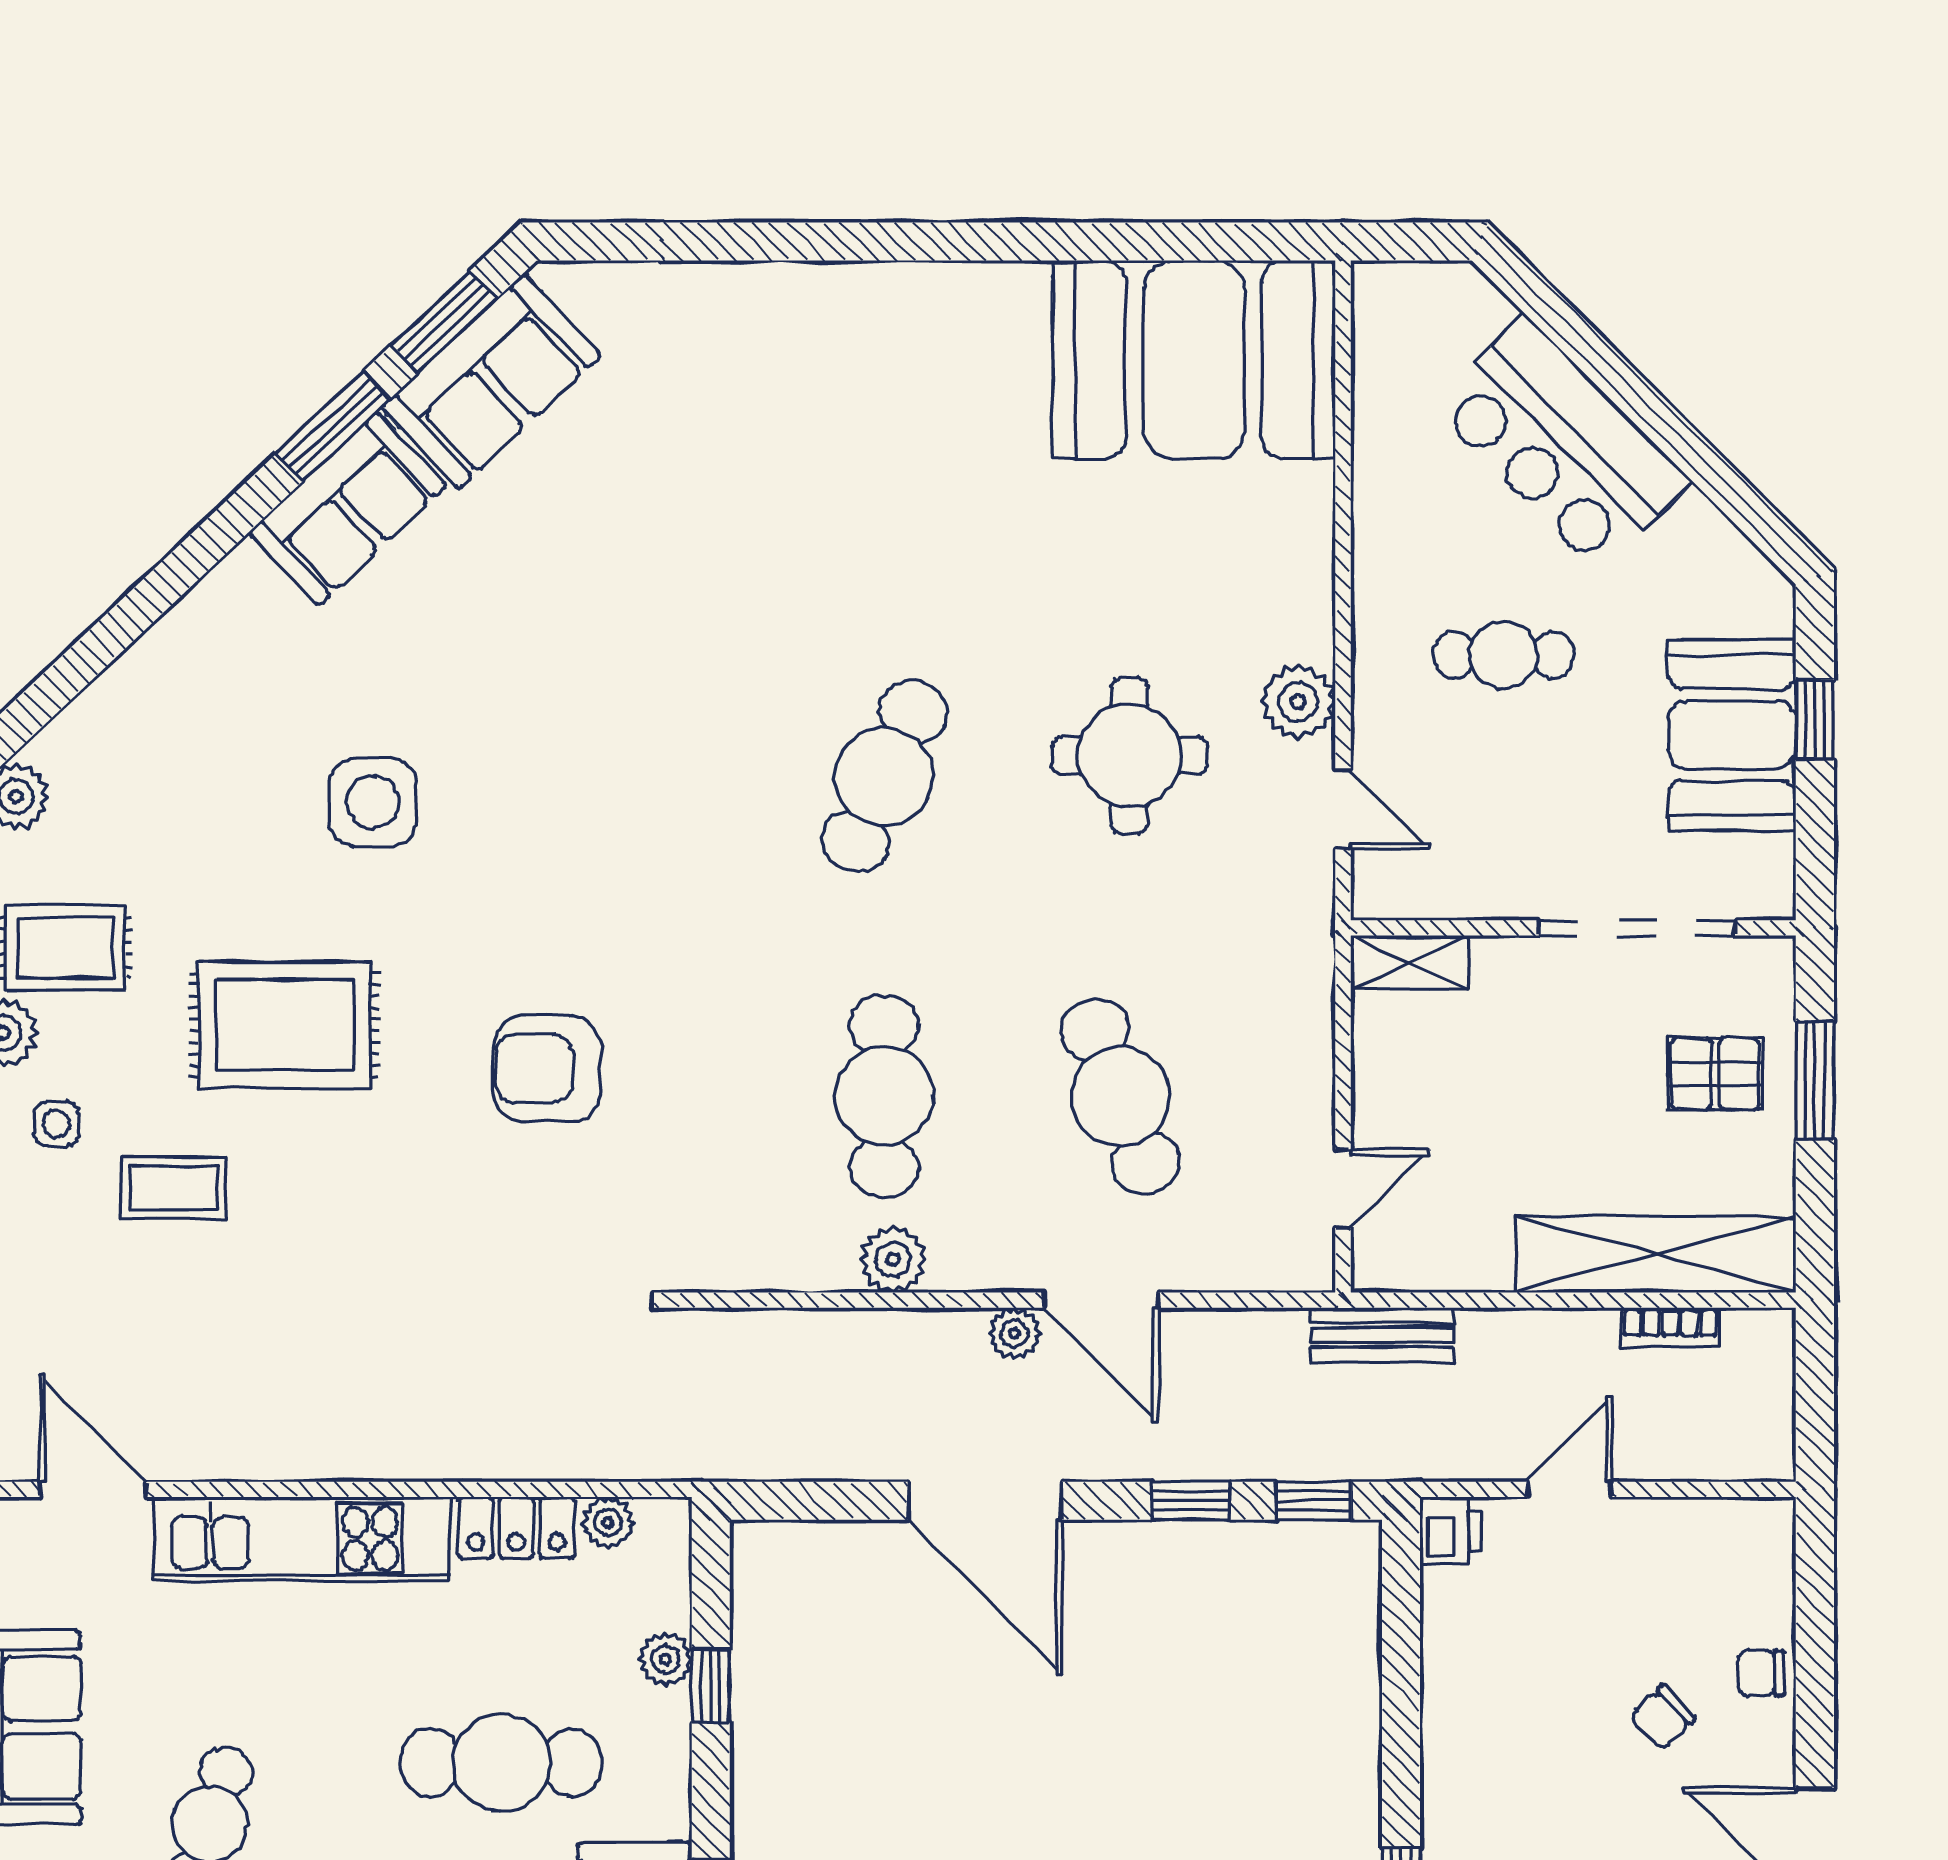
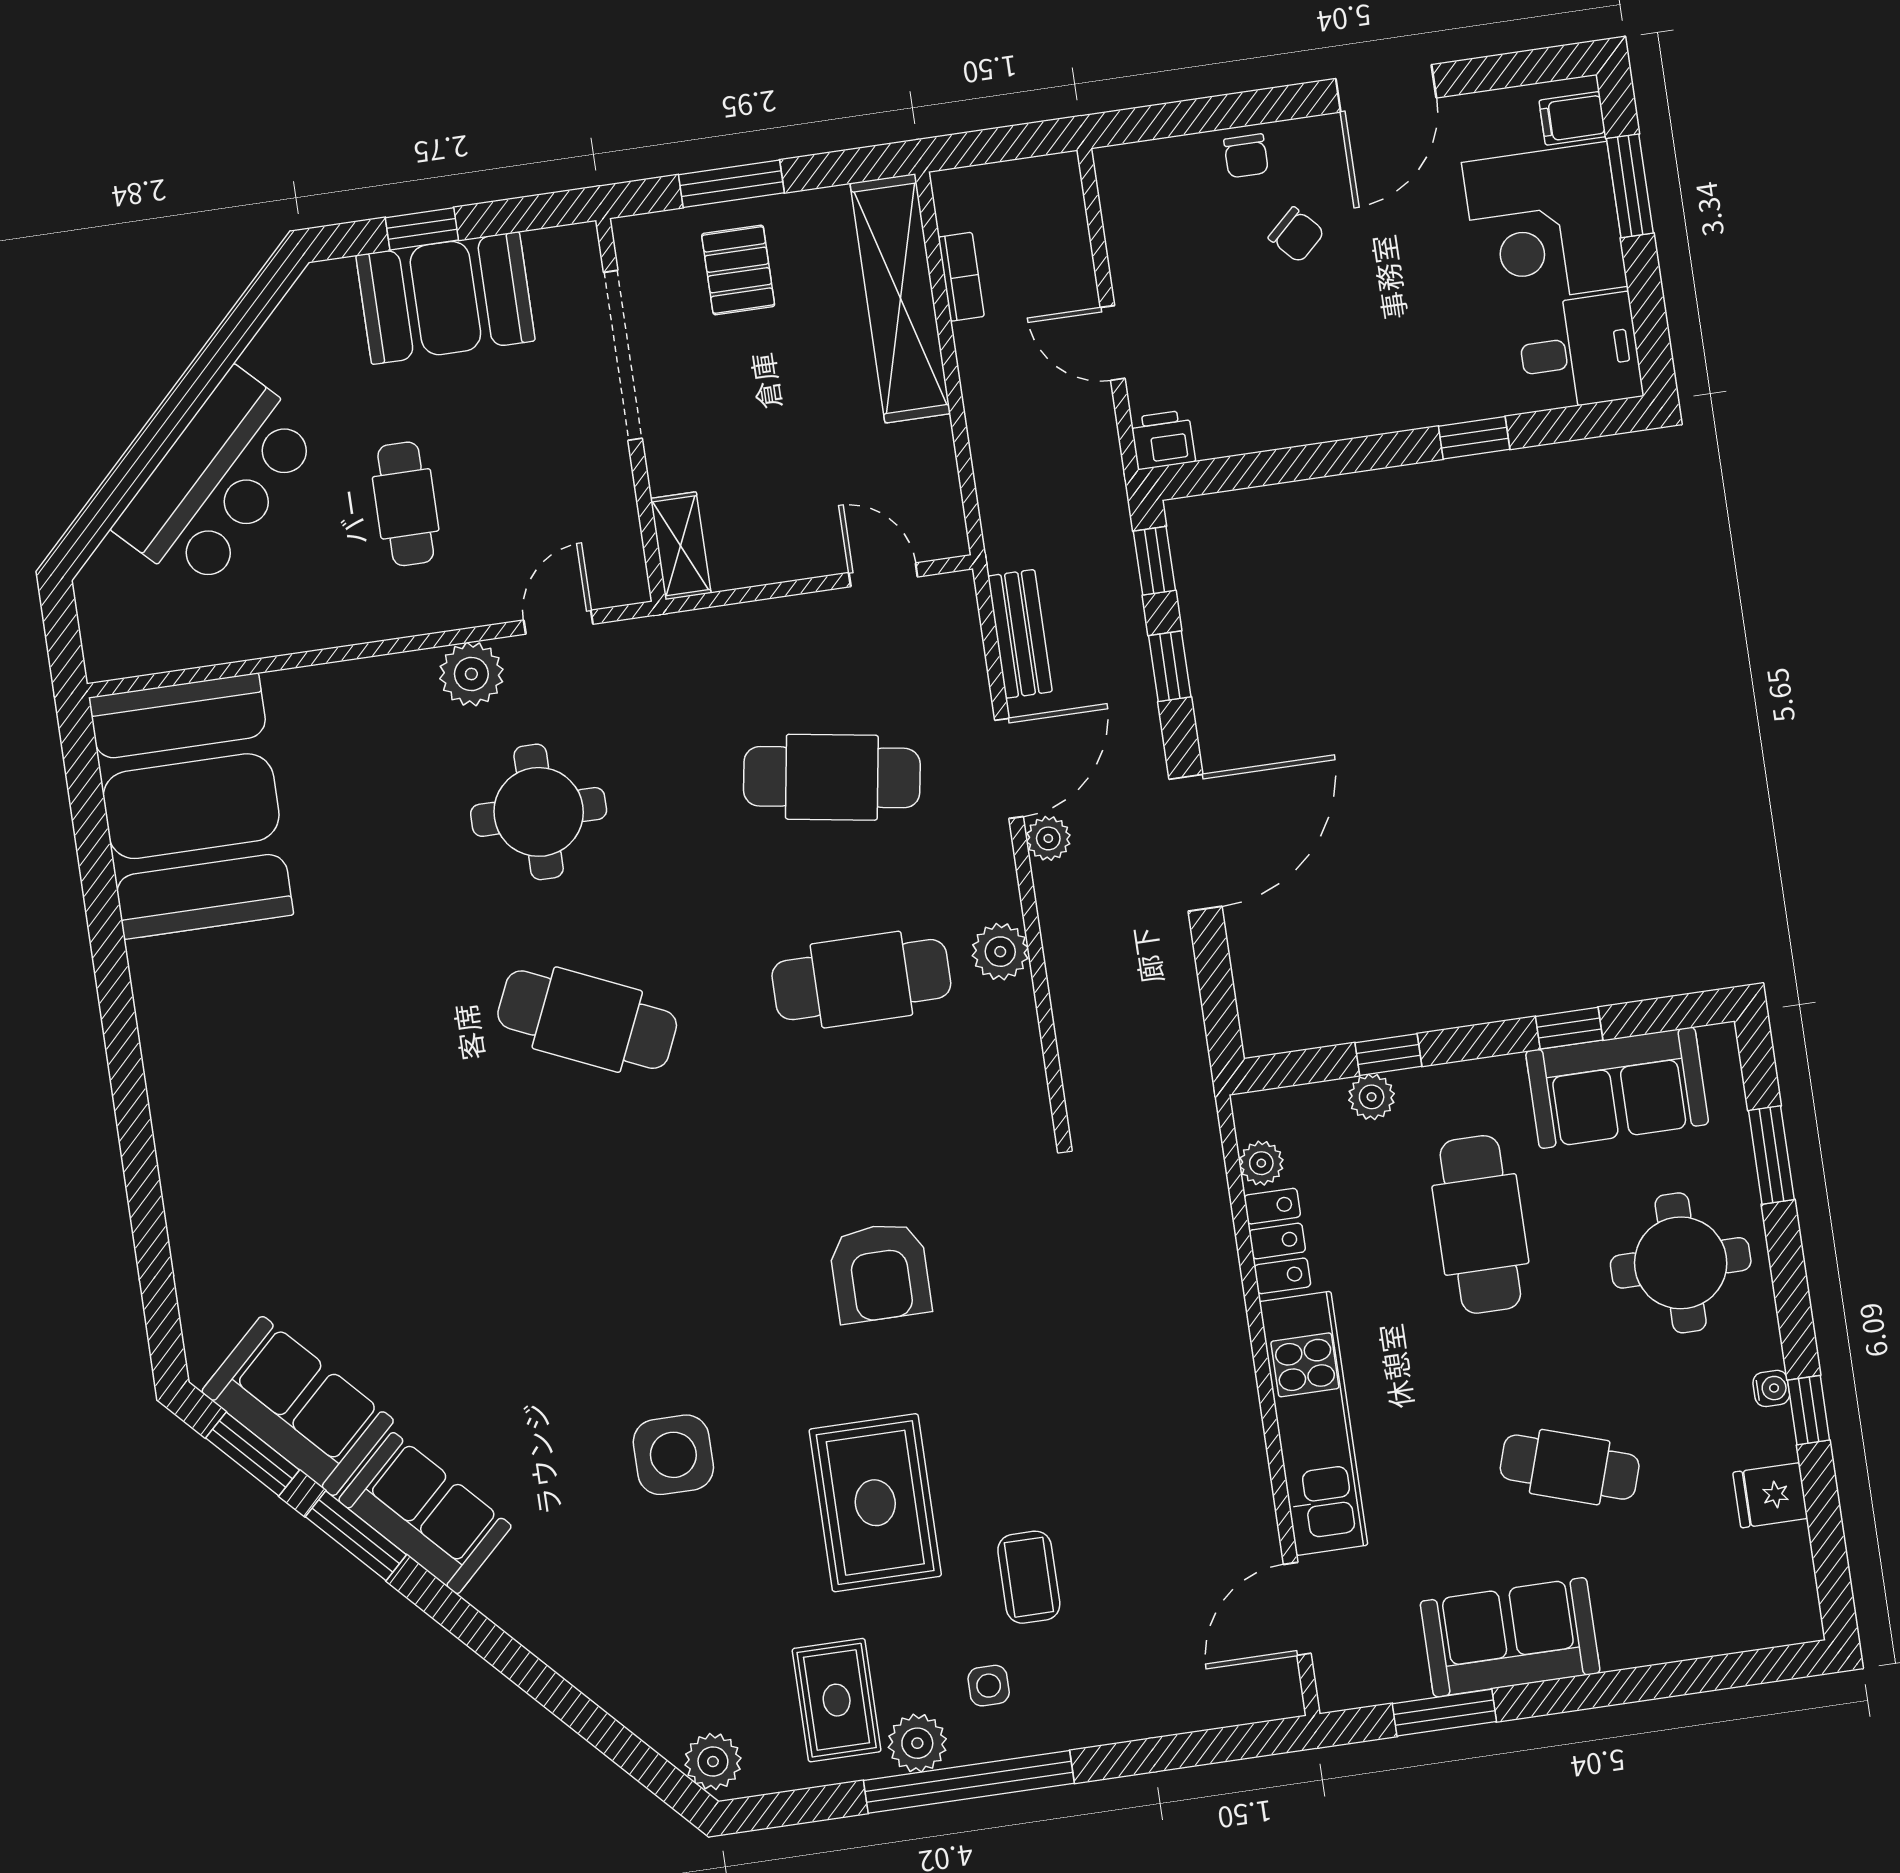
cafe table: (1120, 1096) -> (832, 777), turned 30
bench: (1382, 1335) -> (1020, 634), moved

